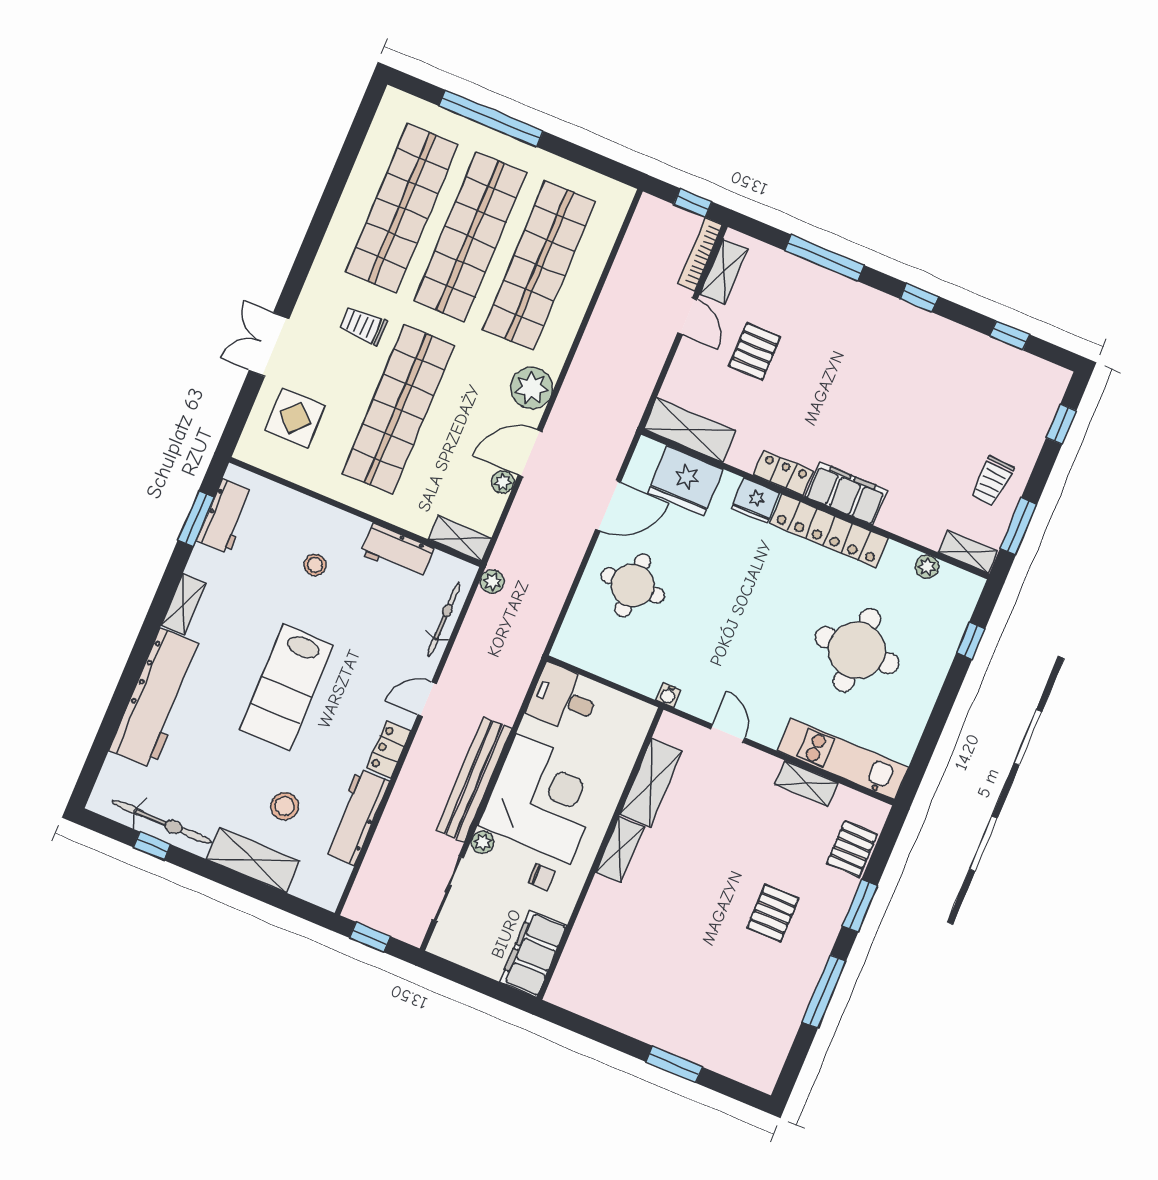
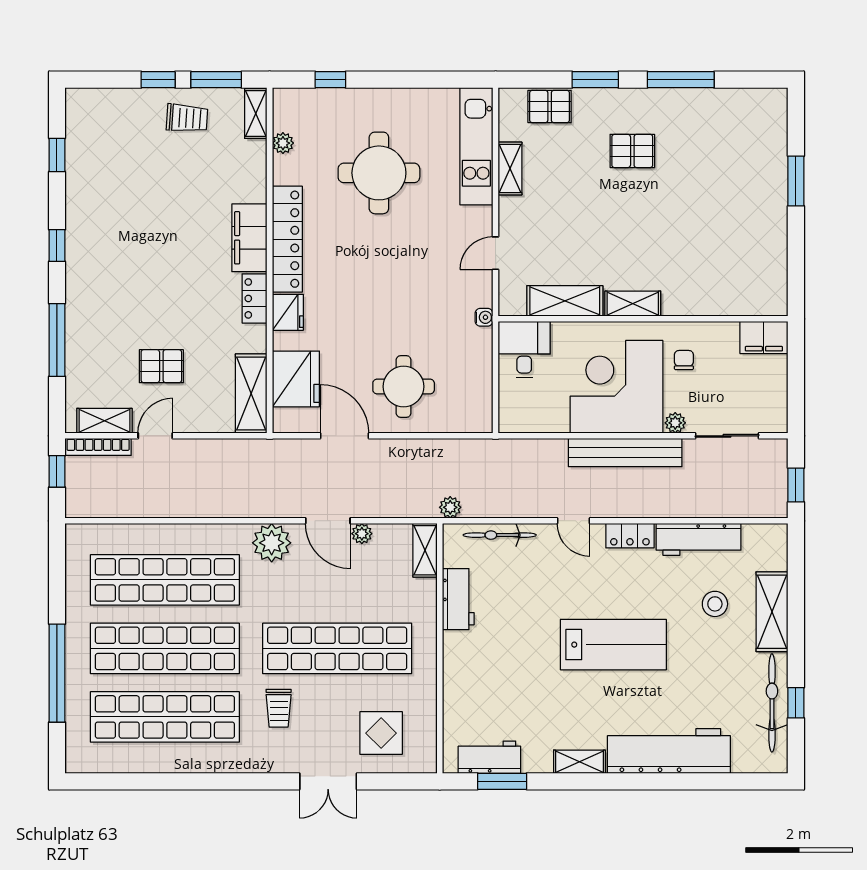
window: (1061, 424) -> (158, 80), moved
stool: (315, 565) -> (499, 664), removed
desk: (564, 698) -> (524, 349), moved, turned 180
filing cabinet: (533, 954) -> (764, 337), width x0.67, depth x0.86

